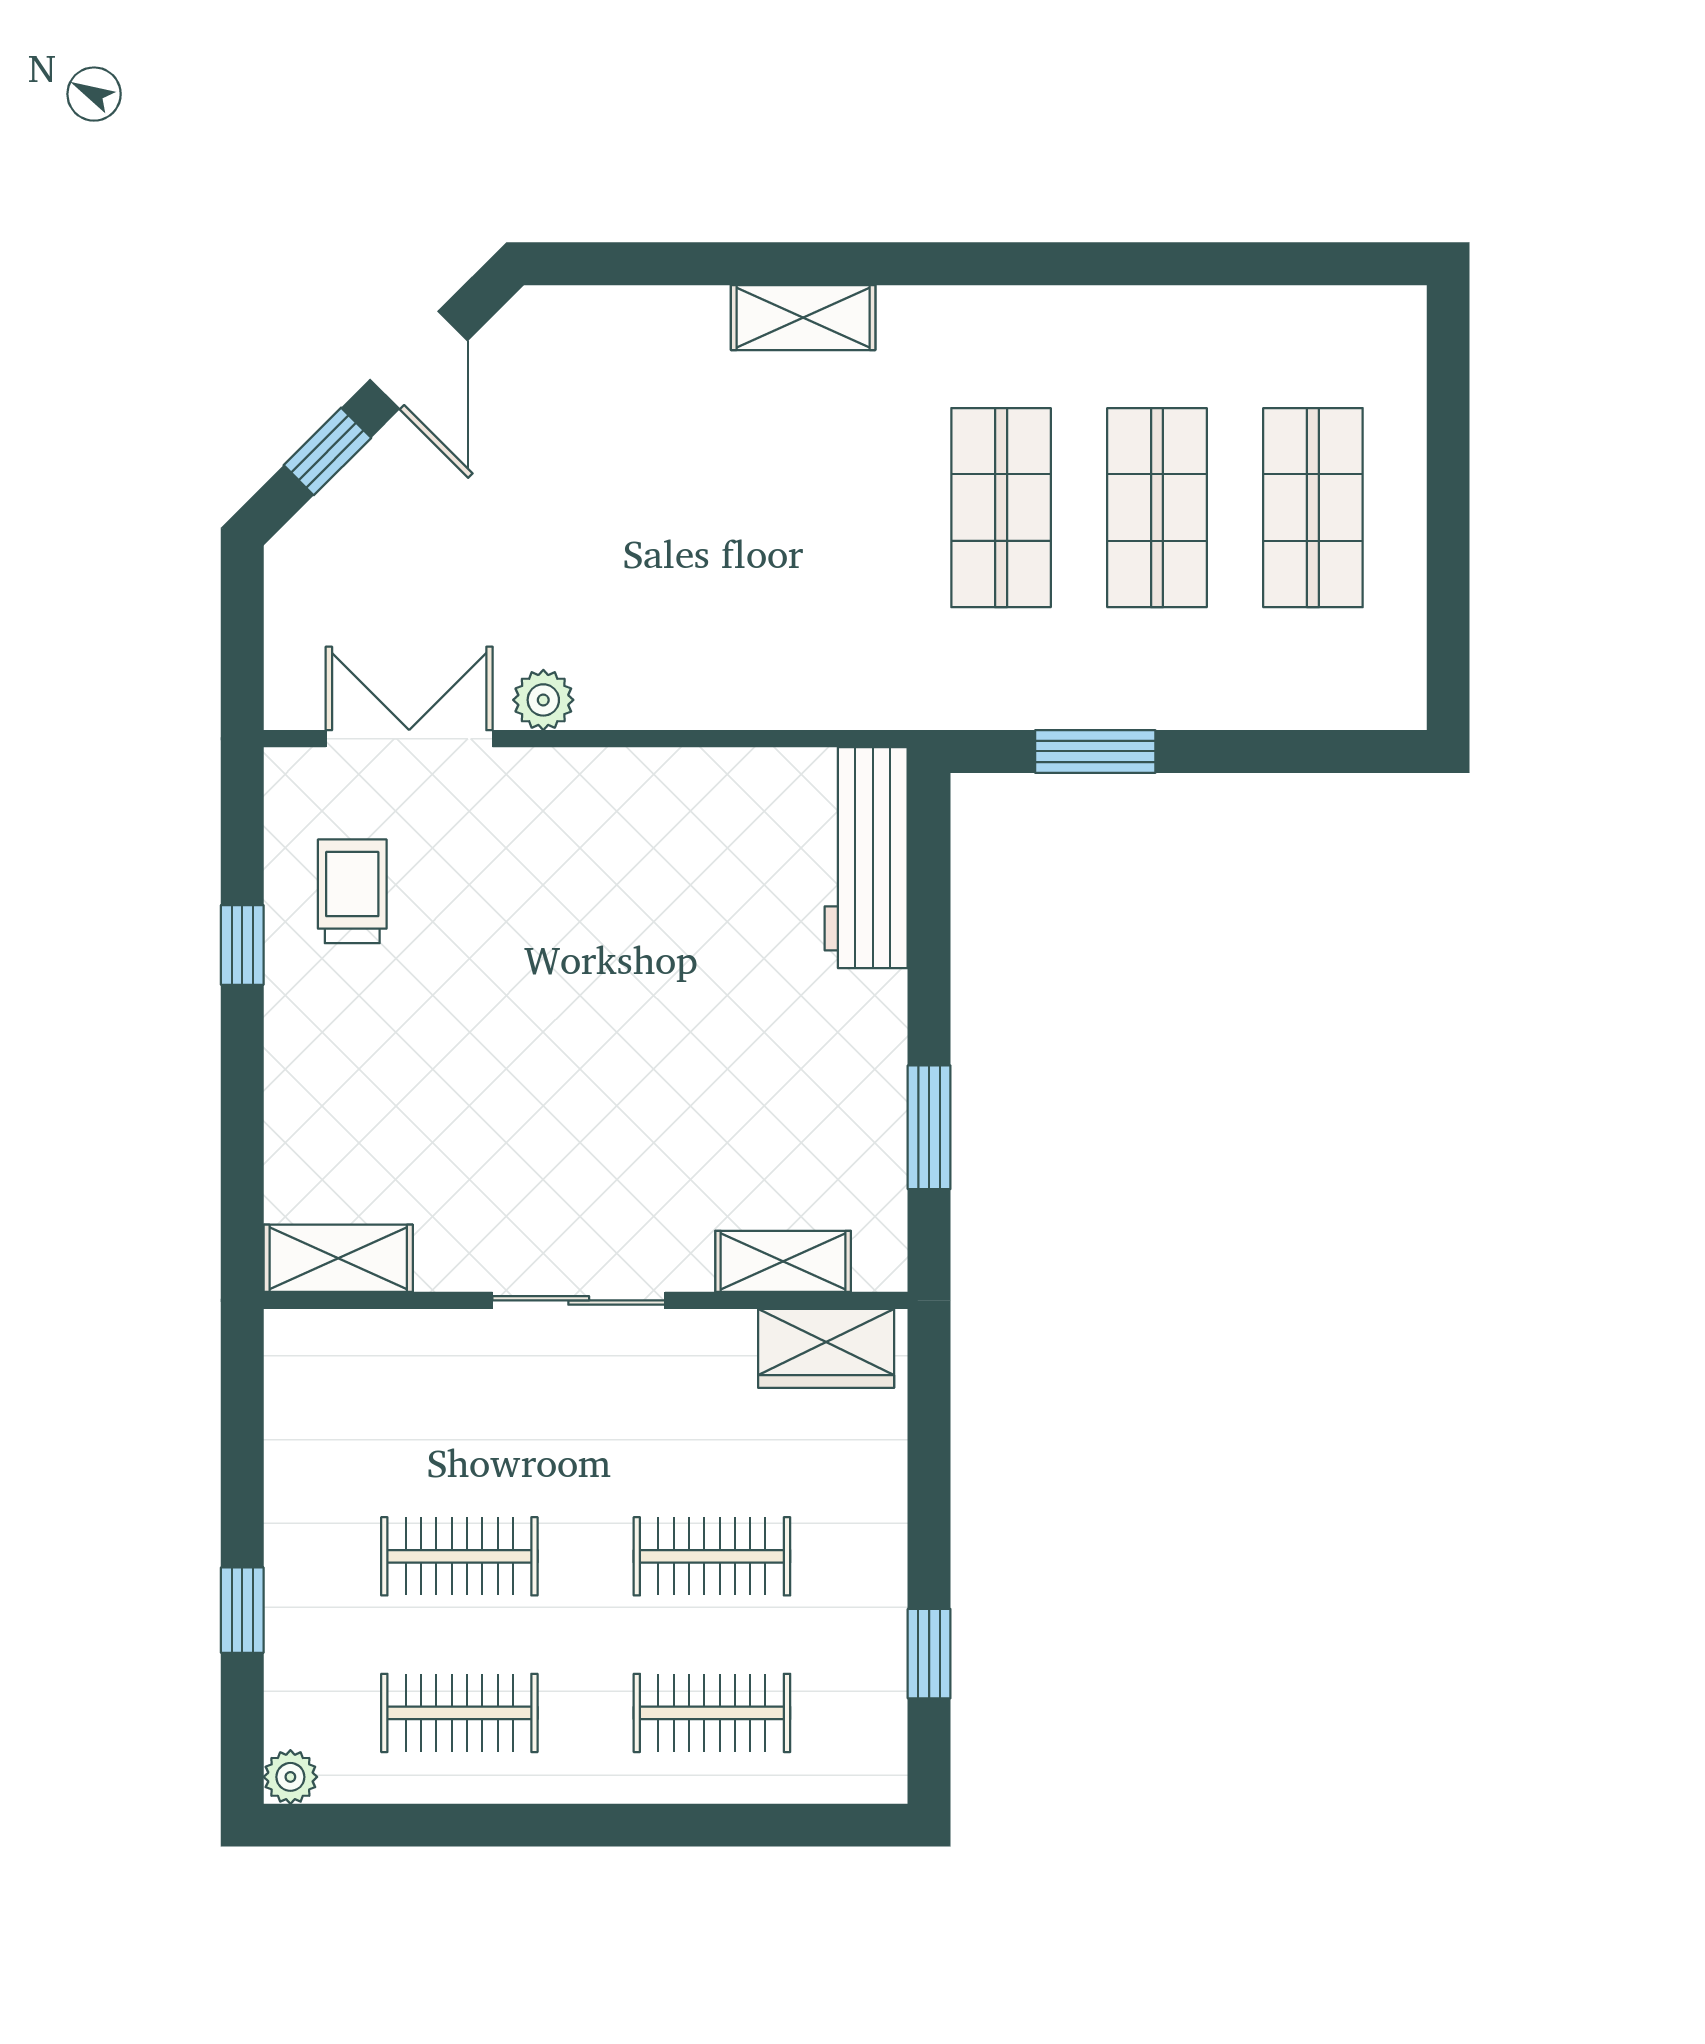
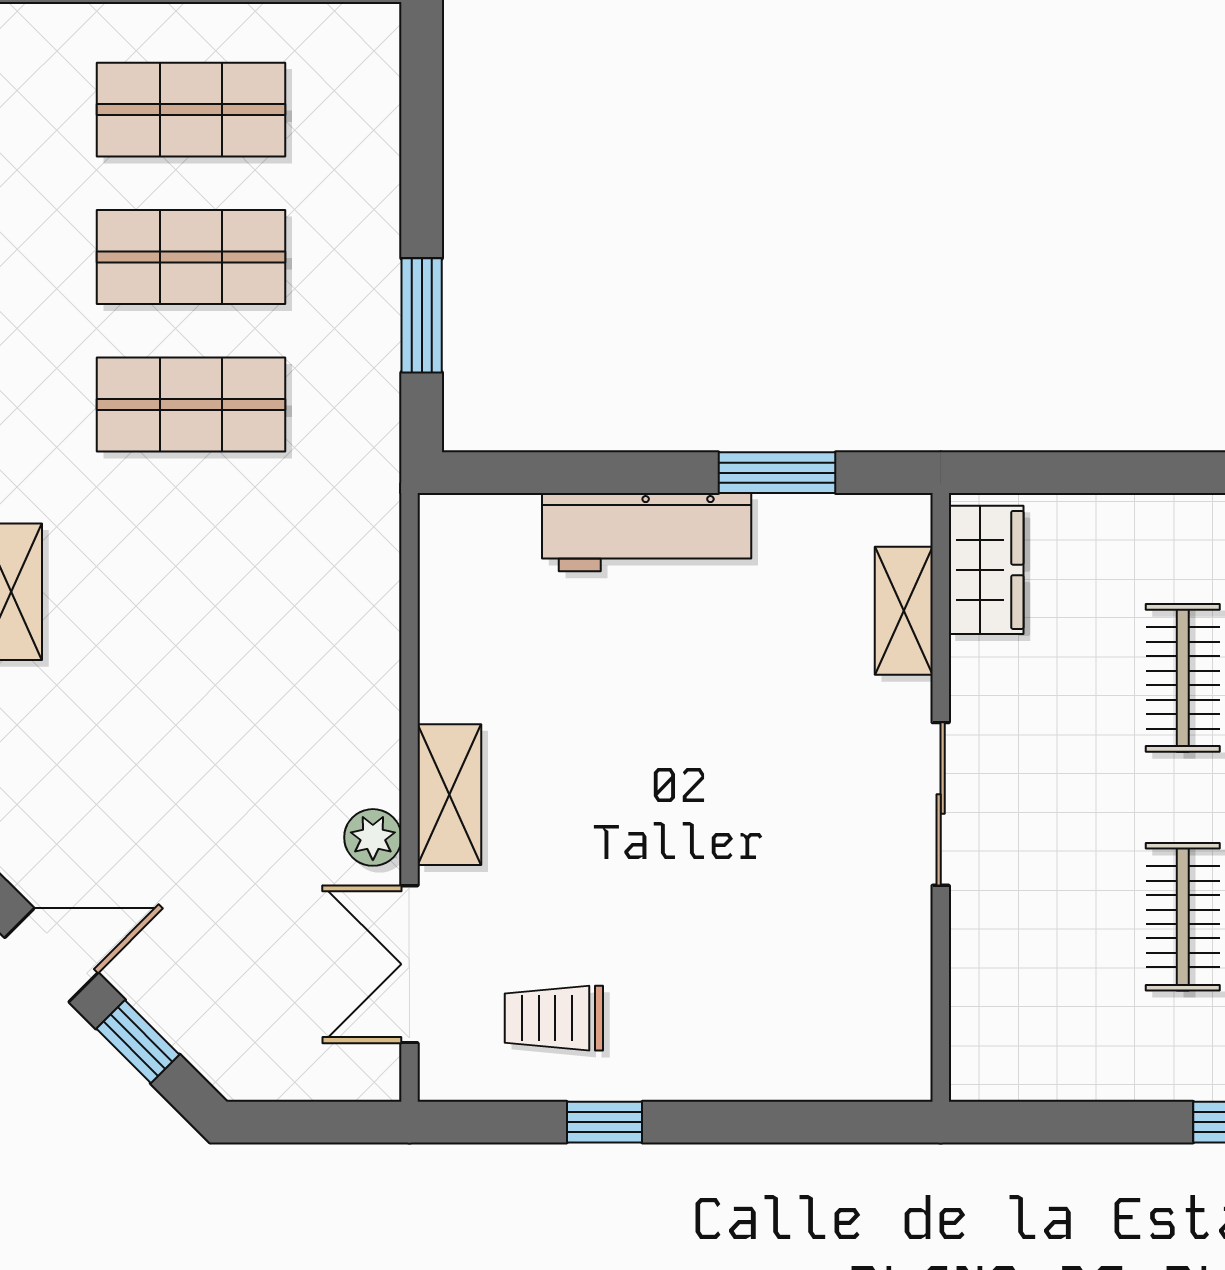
workbench: (866, 858) -> (647, 532), moved
shelving: (338, 1258) -> (449, 795), moved

